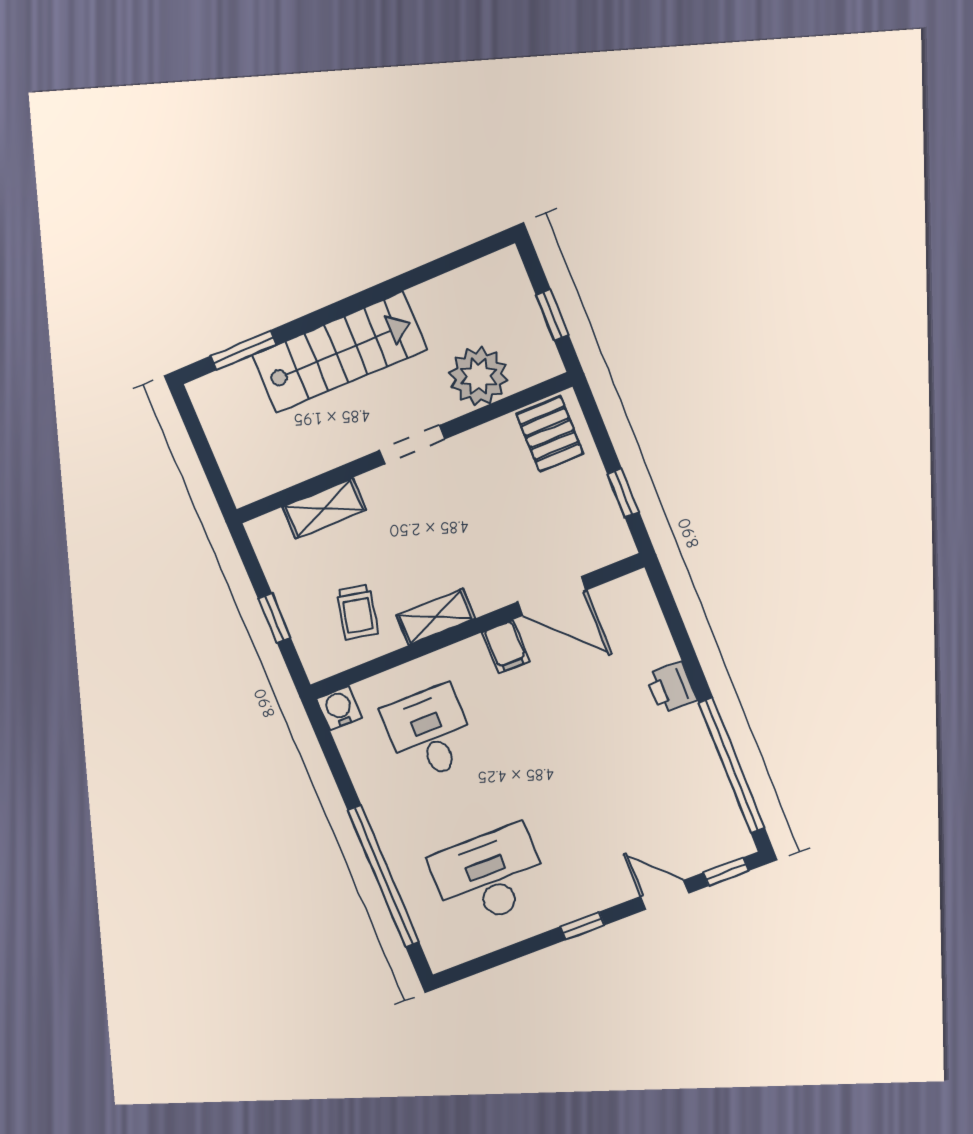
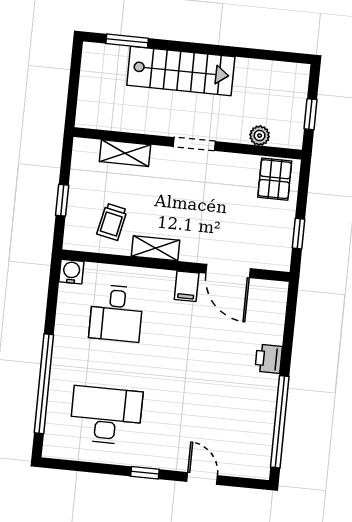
plant: (479, 376) -> (260, 136), width x0.53, depth x0.53
desk: (430, 733) -> (116, 313), turned 180
window: (726, 872) -> (245, 483), removed

